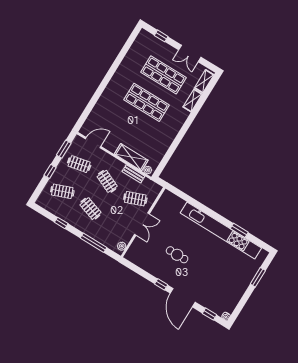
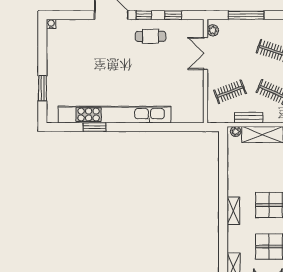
shelving: (193, 100) -> (233, 211), moved
double door: (142, 224) -> (205, 53), moved
cafe table: (177, 255) -> (151, 36), moved
window: (210, 314) -> (173, 15), moved

